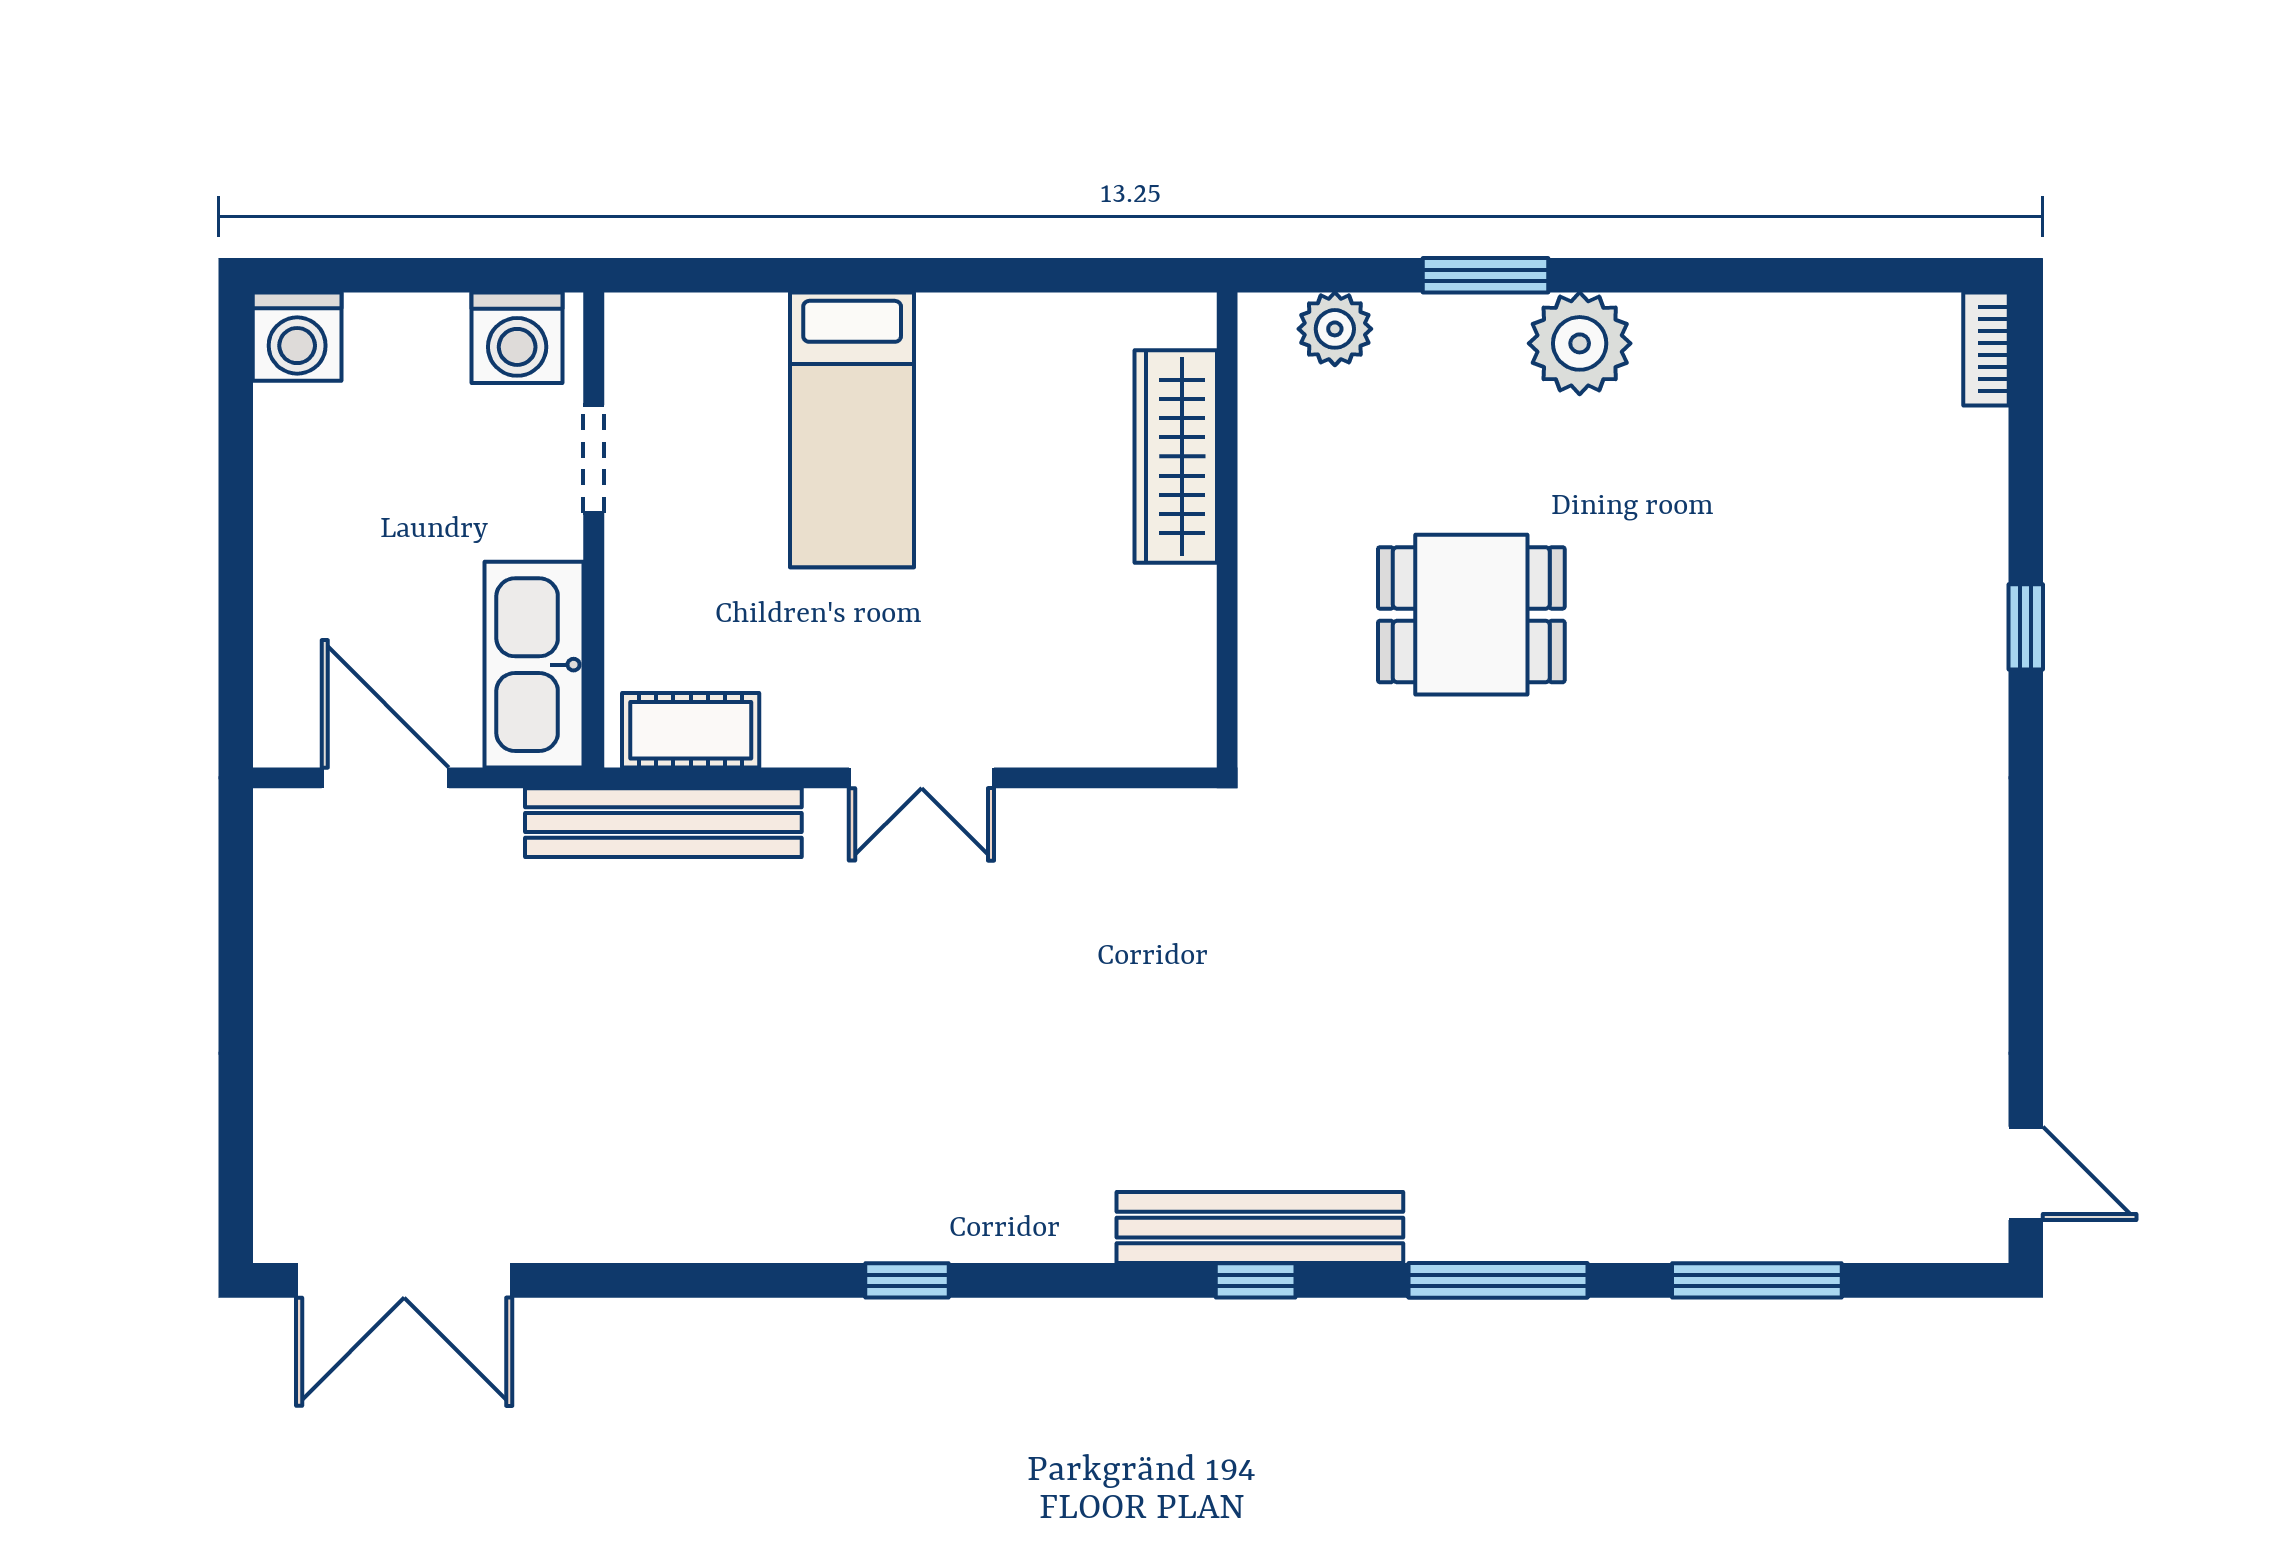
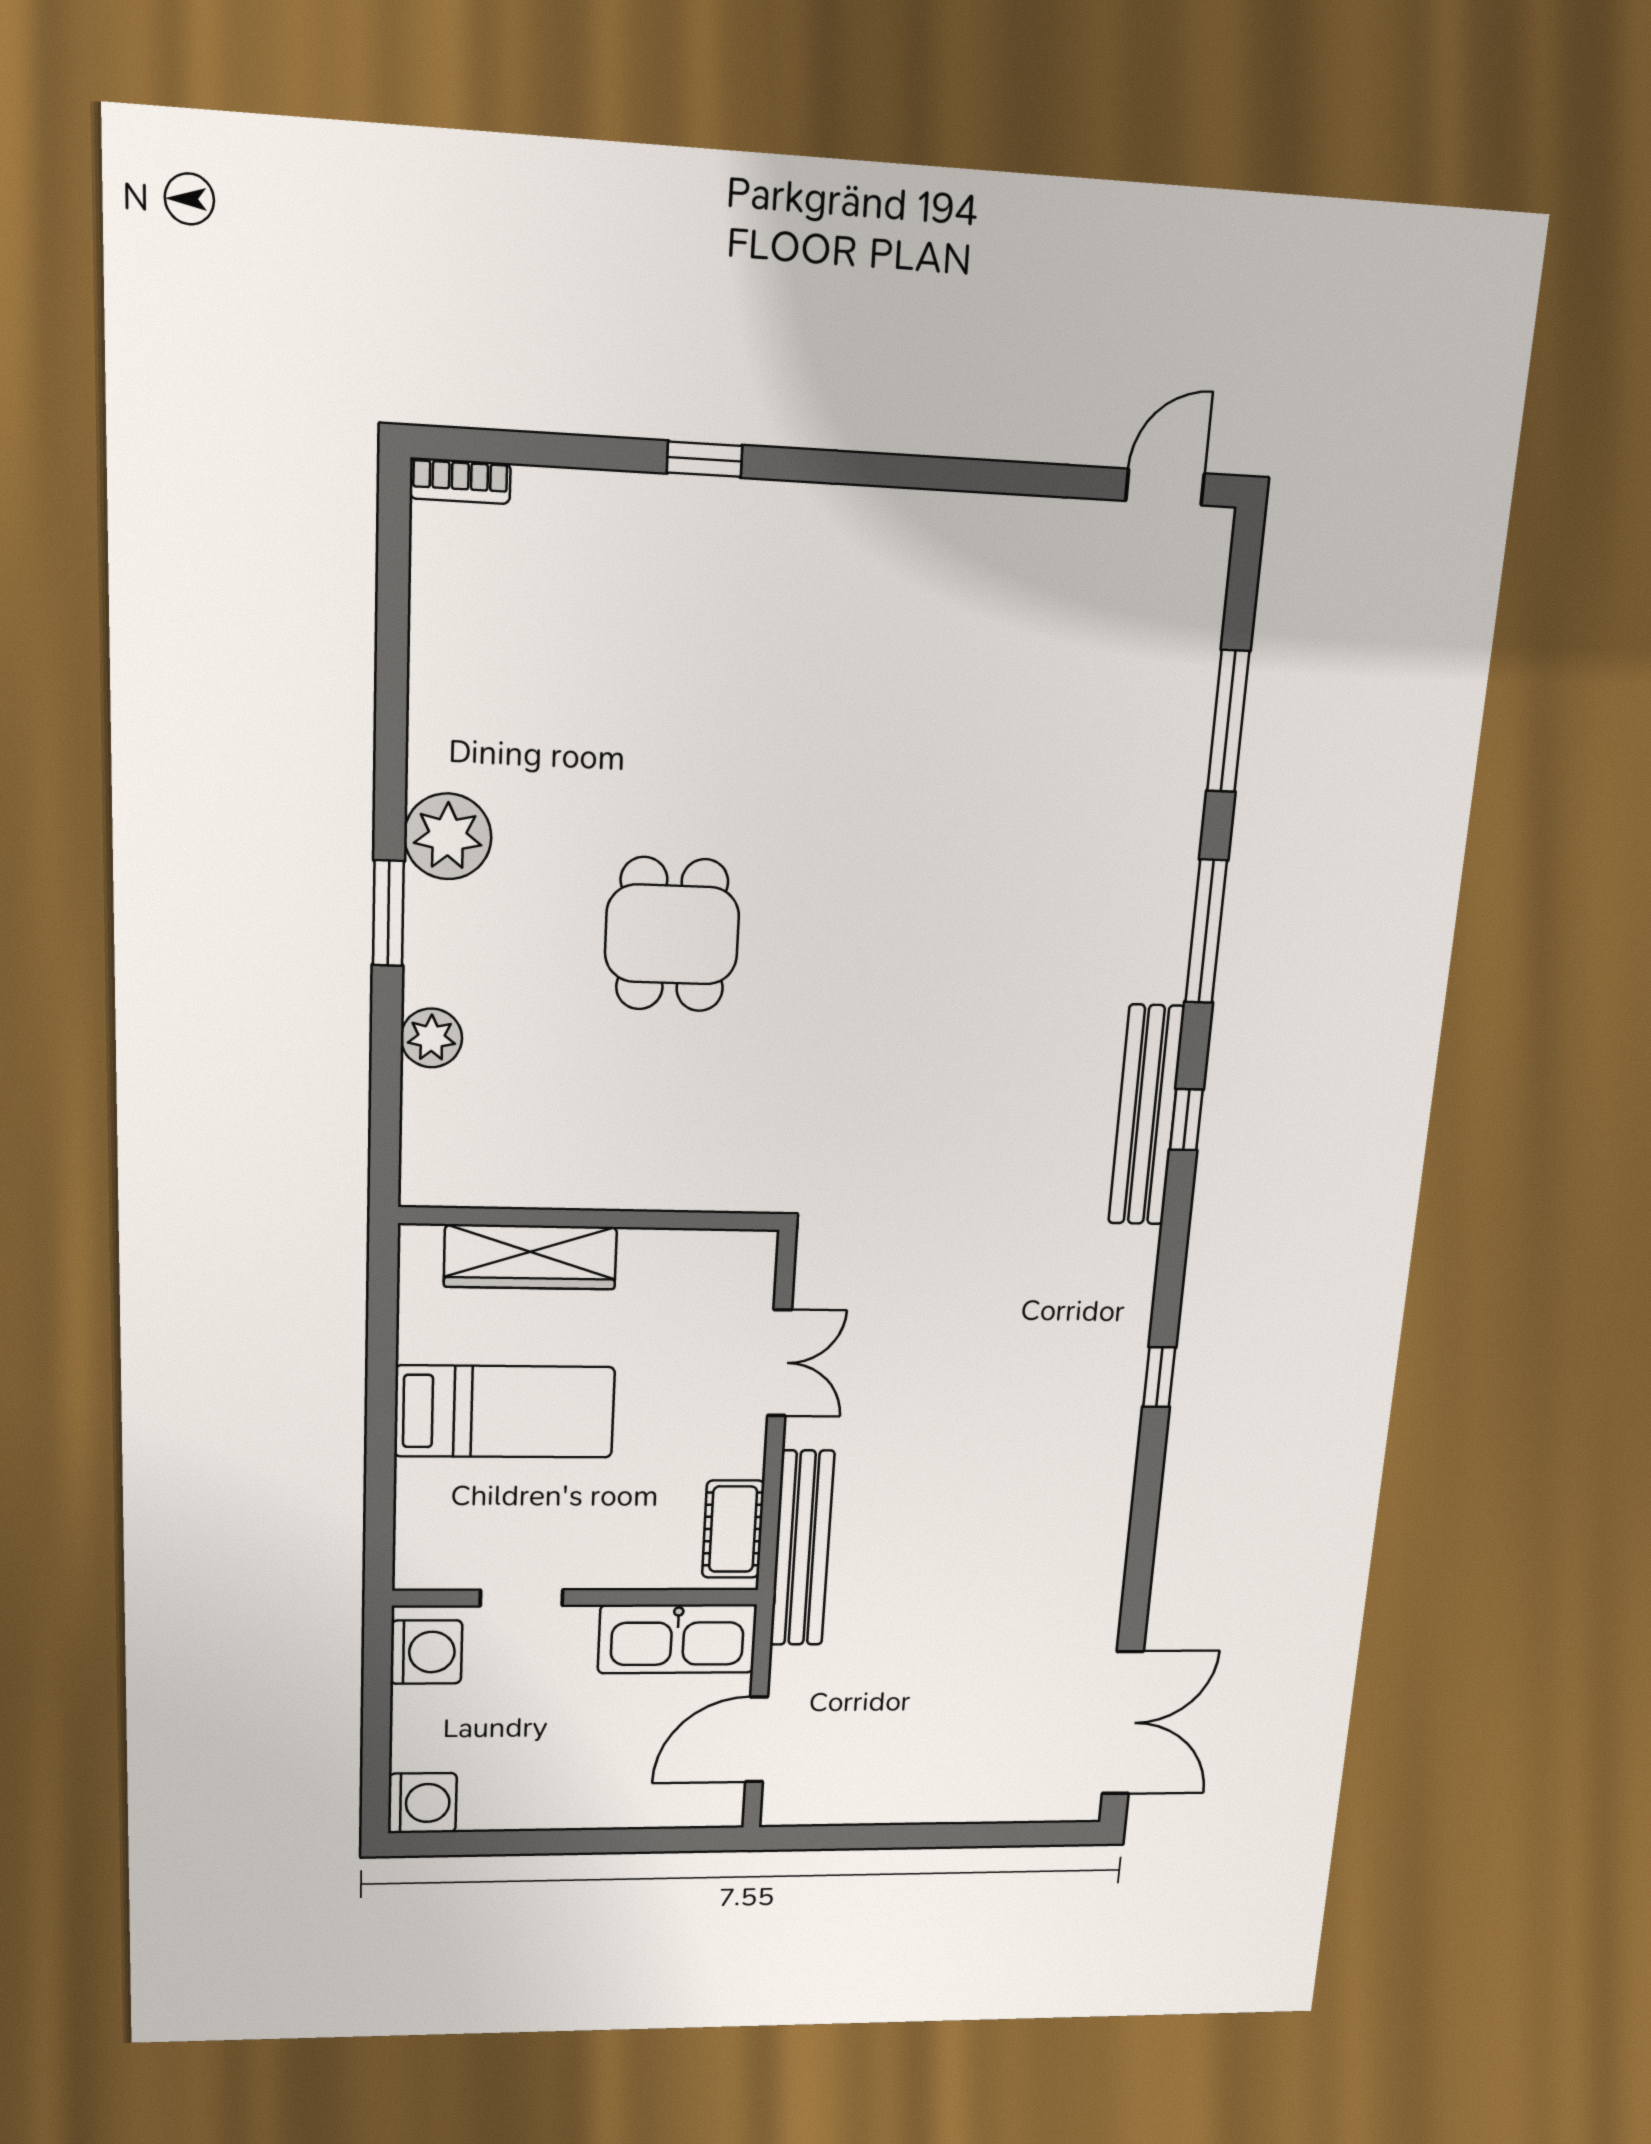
wardrobe: (1176, 456) -> (530, 1257), moved
wall: (1227, 530) -> (591, 1219), moved

